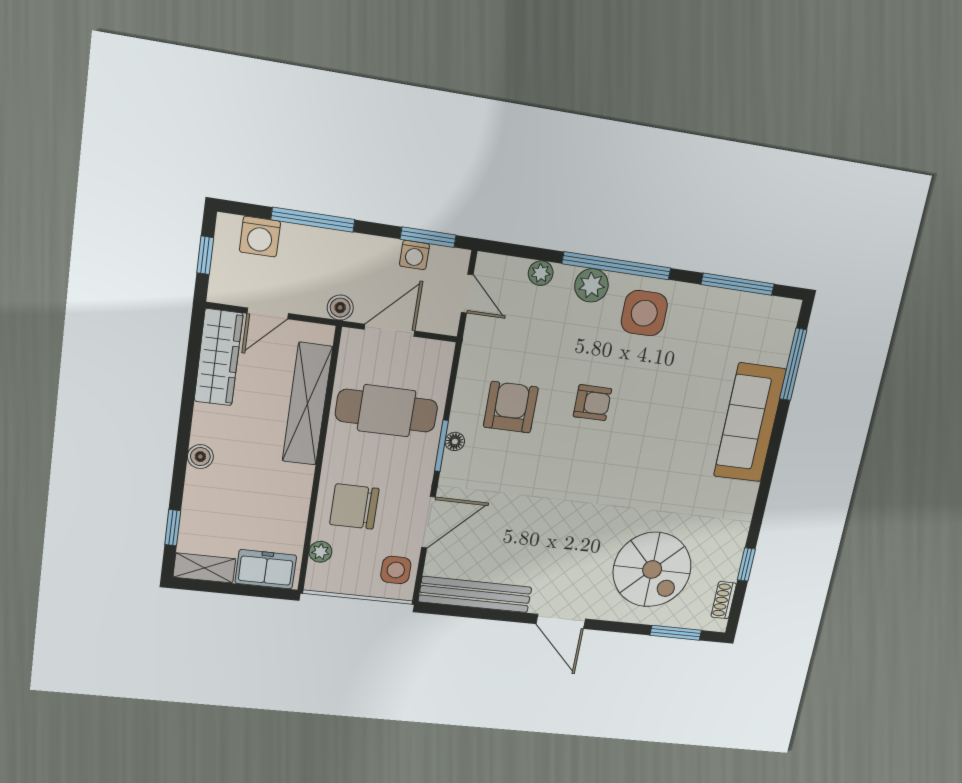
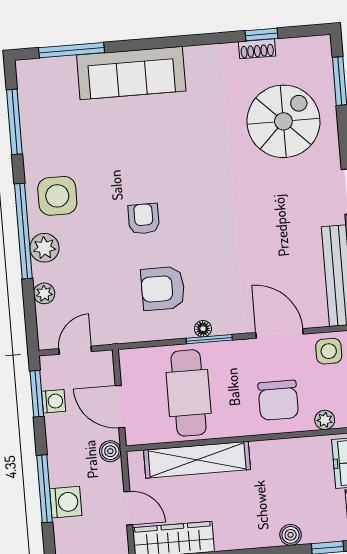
washing machine: (260, 237) -> (66, 502), moved
boiler: (200, 457) -> (291, 535), moved
shoe rack: (724, 600) -> (257, 49), moved

